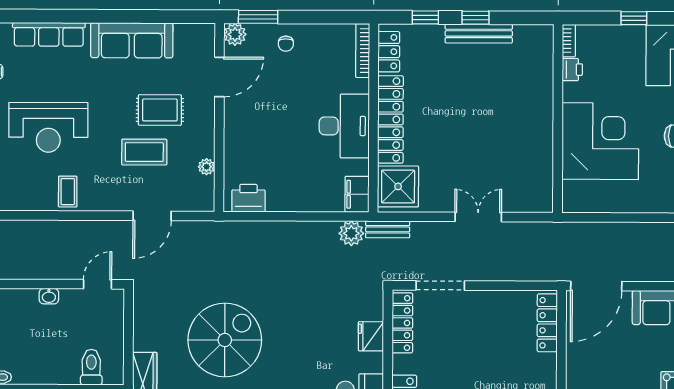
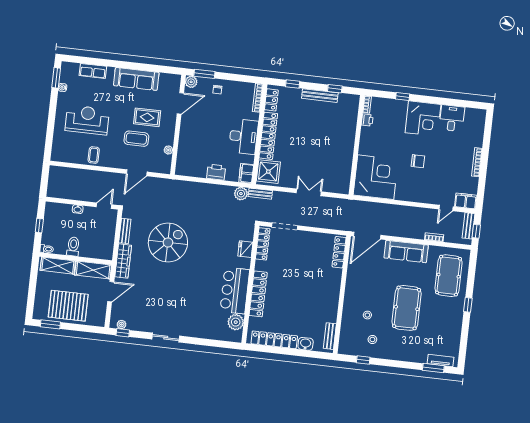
window: (476, 18) -> (335, 89), moved
row of seats: (49, 34) -> (93, 71), width x0.68
reception desk: (48, 127) -> (87, 120), turned 180
corner desk: (600, 141) -> (376, 177), moved
printer: (248, 198) -> (216, 172), moved
bench: (142, 327) -> (125, 231), added
toilet: (91, 367) -> (73, 246), moved

